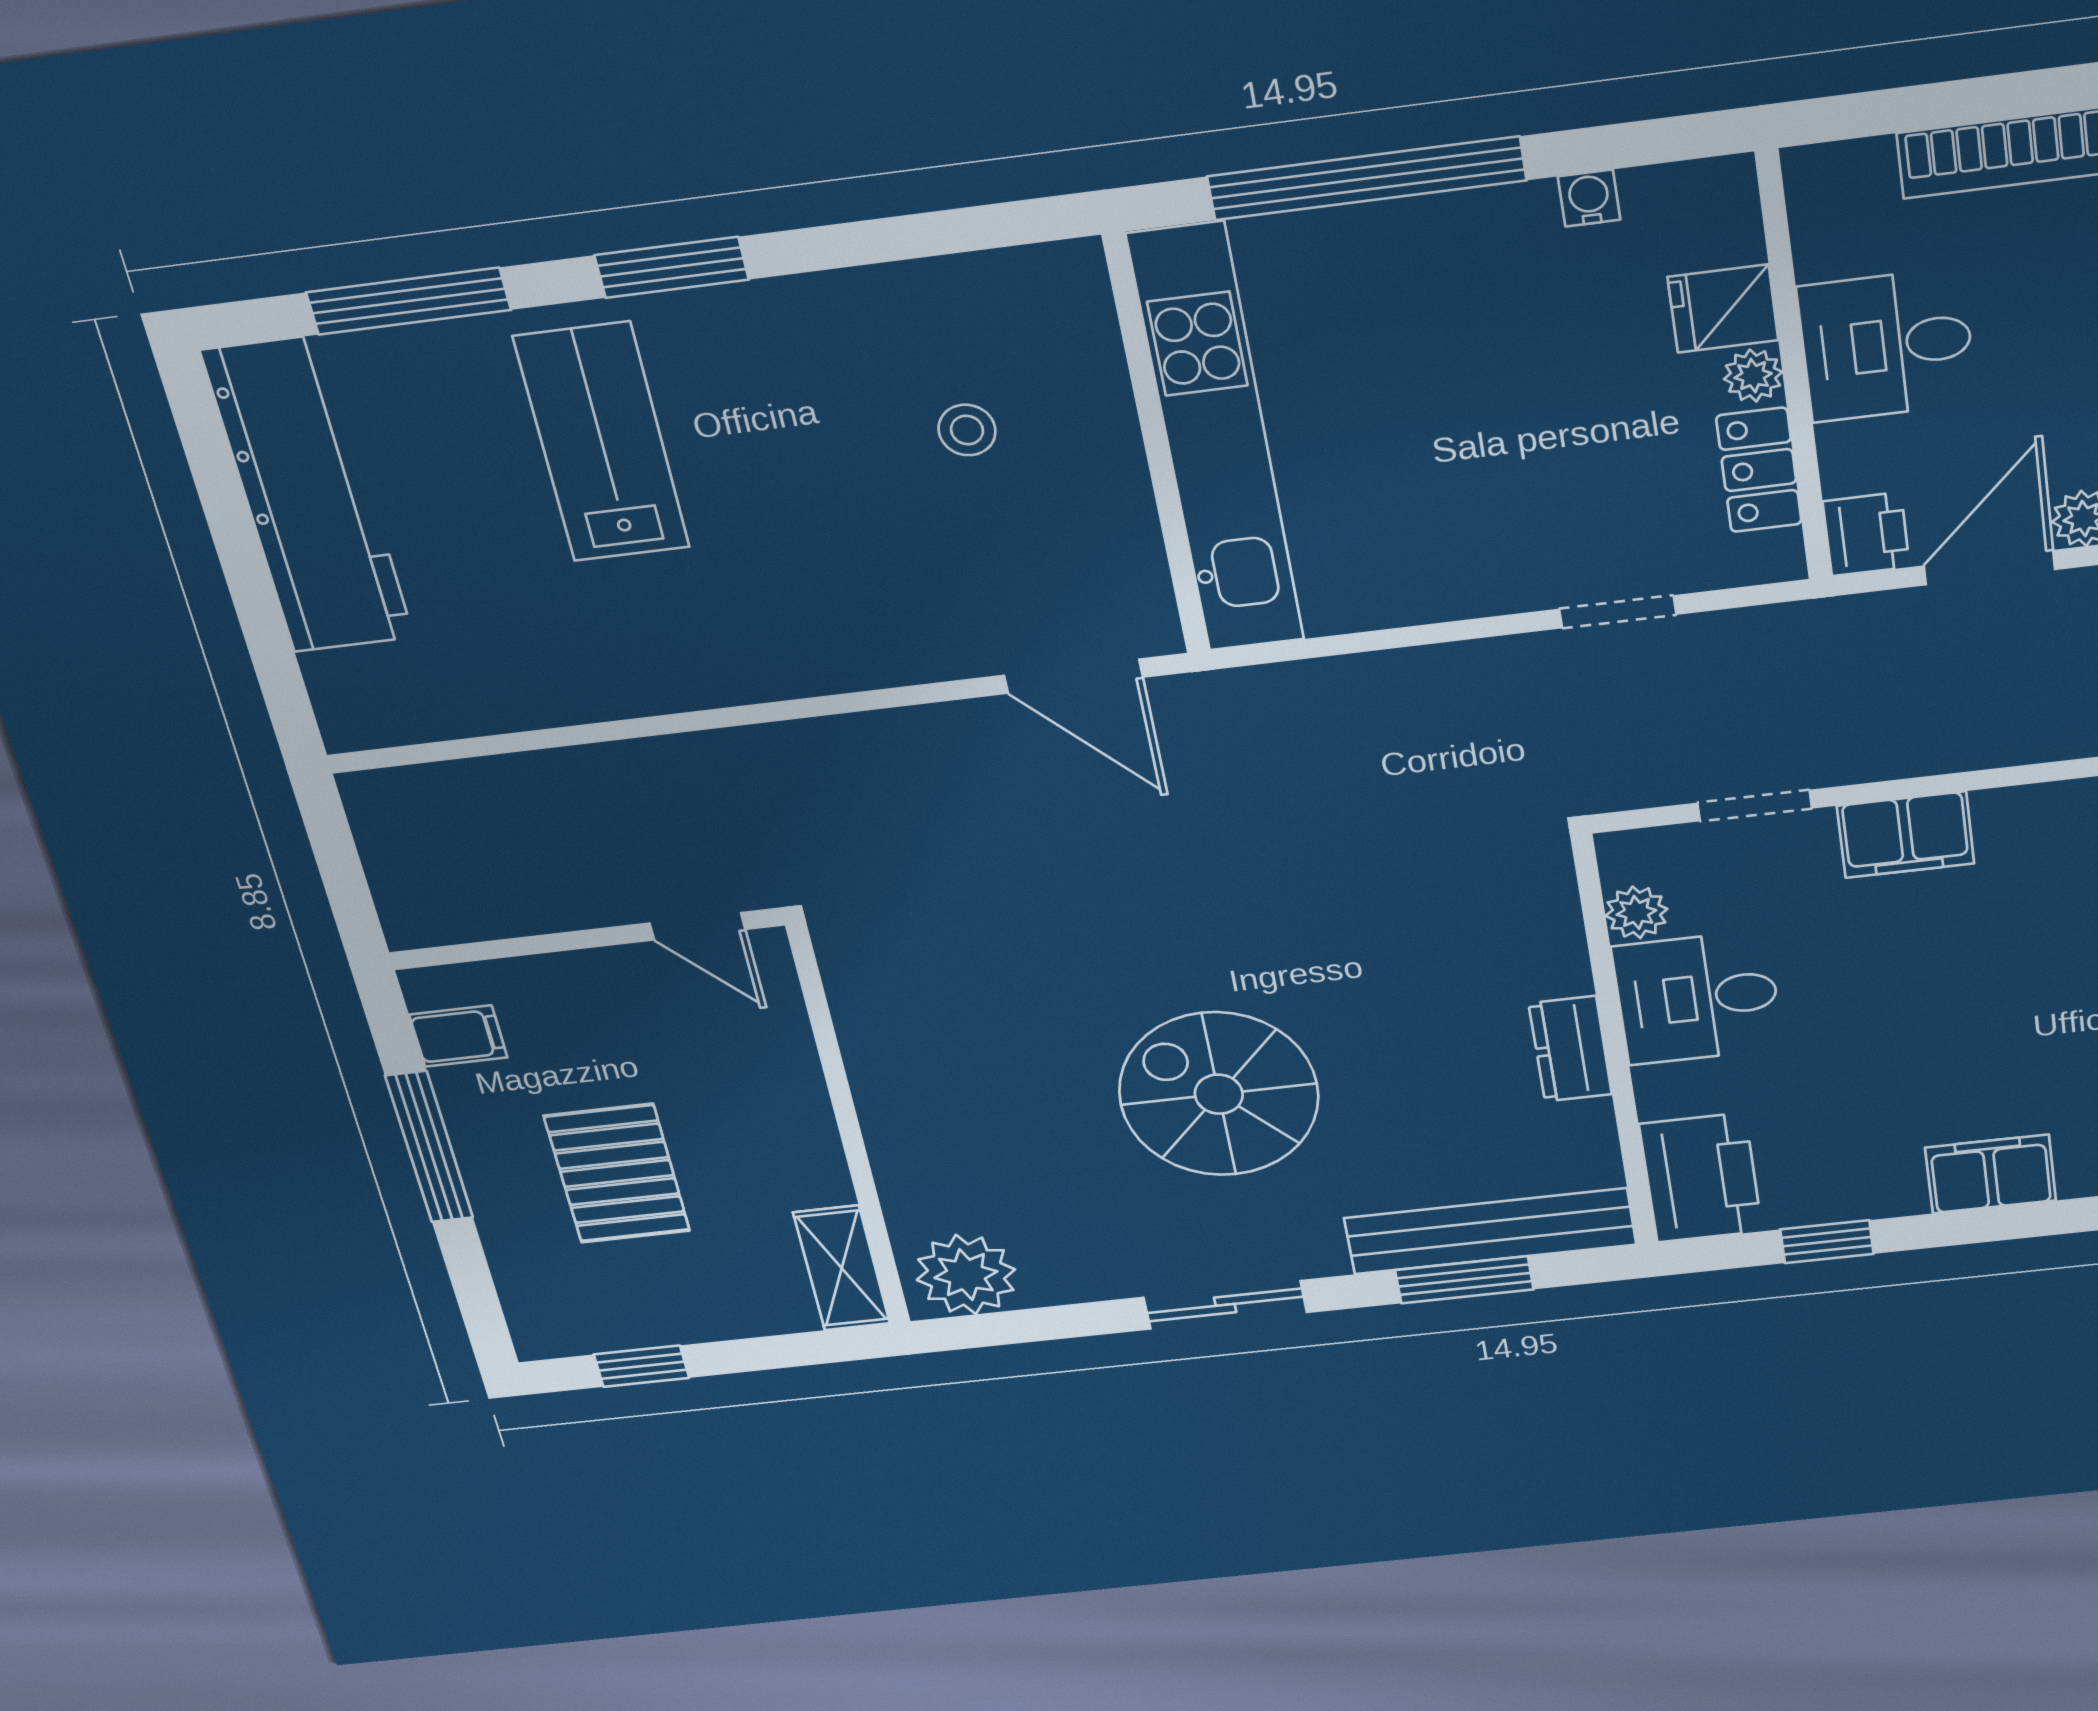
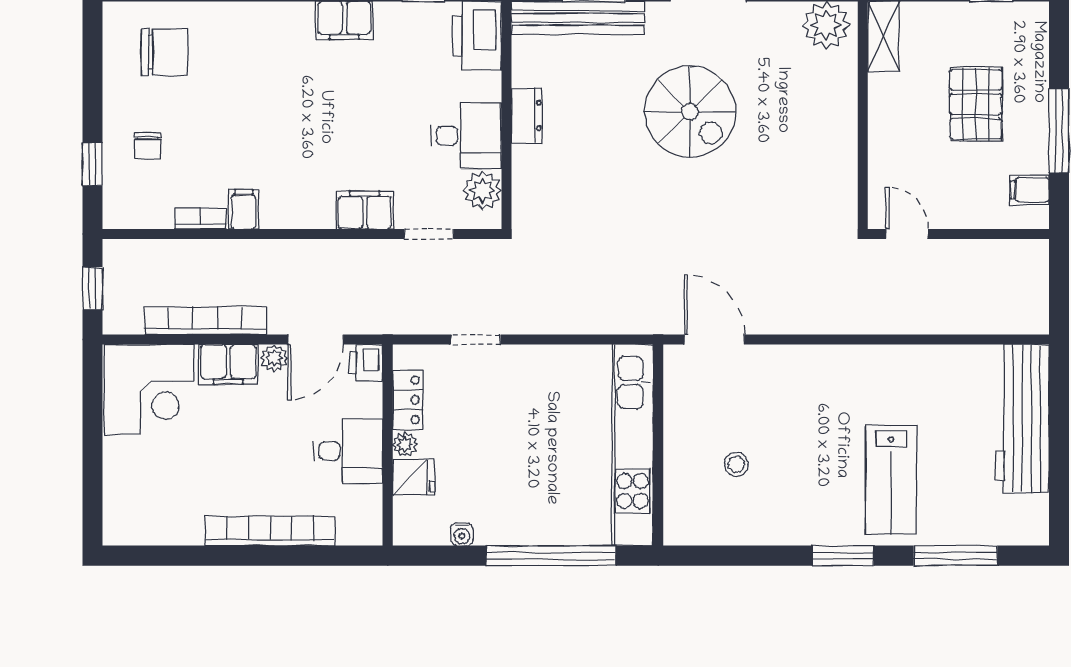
workbench: (308, 496) -> (1022, 418), moved
plant: (1636, 912) -> (482, 190), width x1.38, depth x1.38

